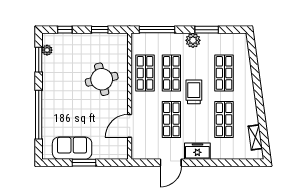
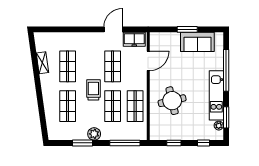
kitchen unit: (50, 85) -> (216, 95), added
trolley: (194, 92) -> (93, 90), turned 180
shelving: (255, 137) -> (42, 63), moved
freezer: (197, 151) -> (134, 39), moved

